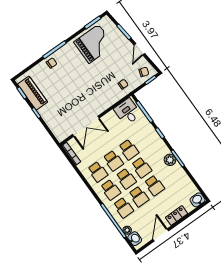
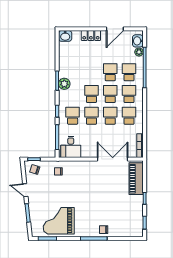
door: (139, 49) -> (25, 190), swing flipped
piano: (33, 93) -> (136, 179), moved
school desk: (154, 185) -> (73, 116), moved

